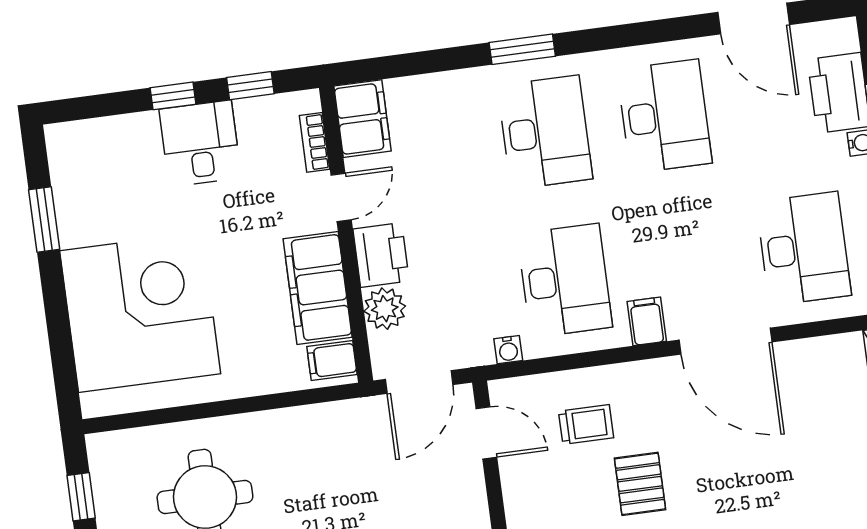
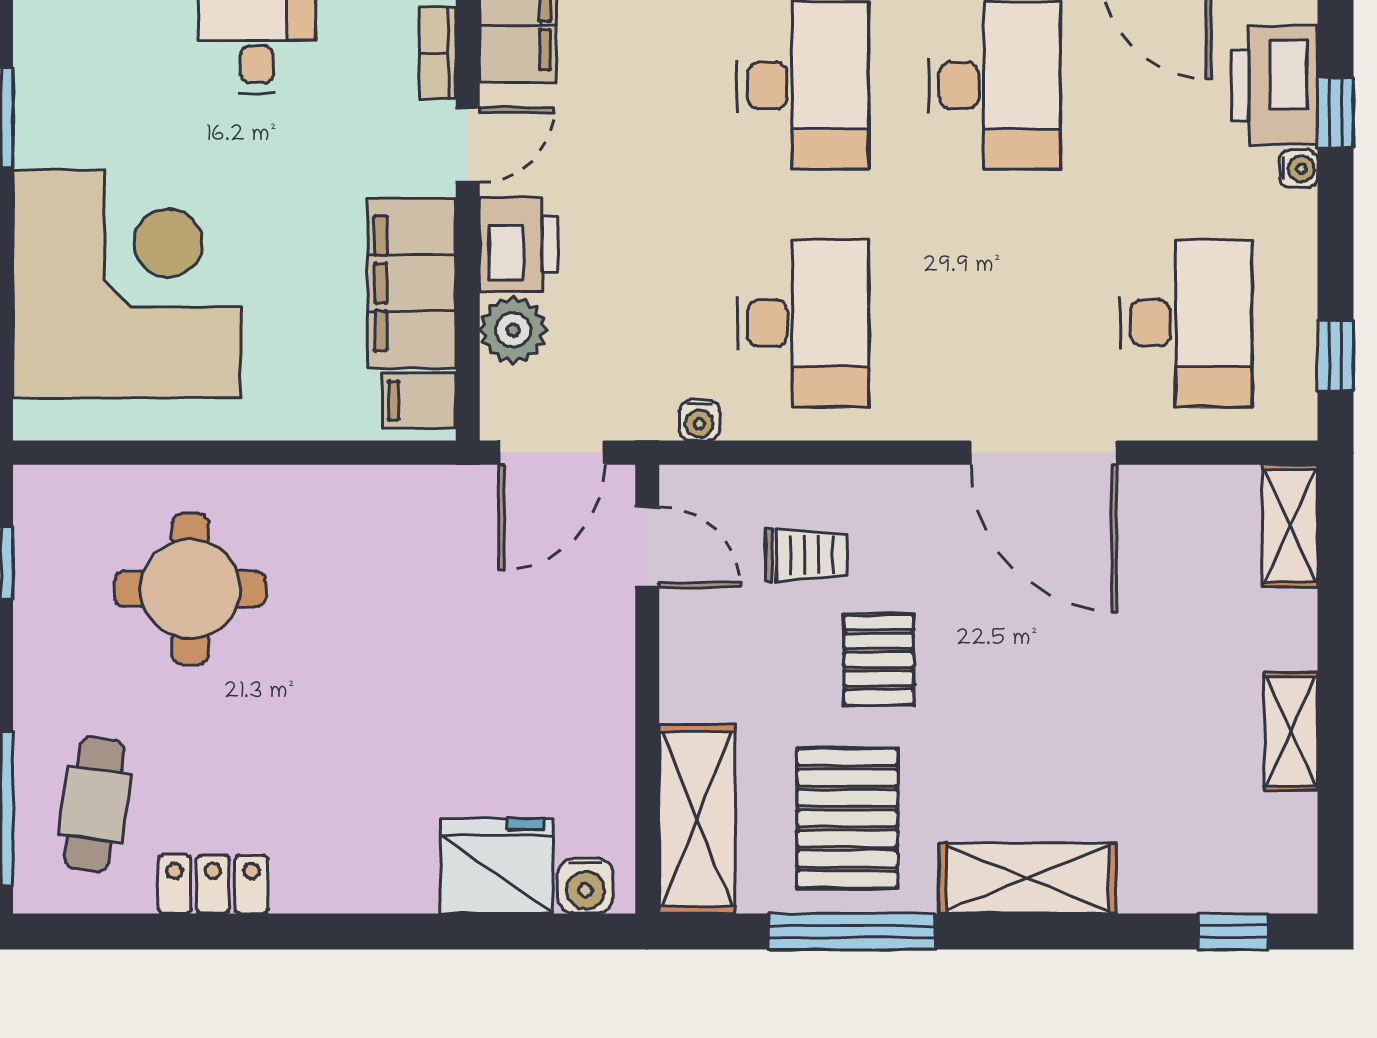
filing cabinet: (647, 321) -> (924, 405), removed

